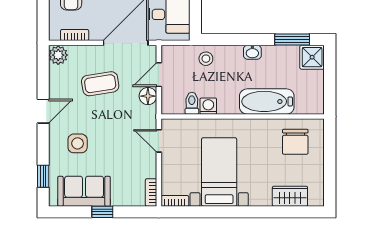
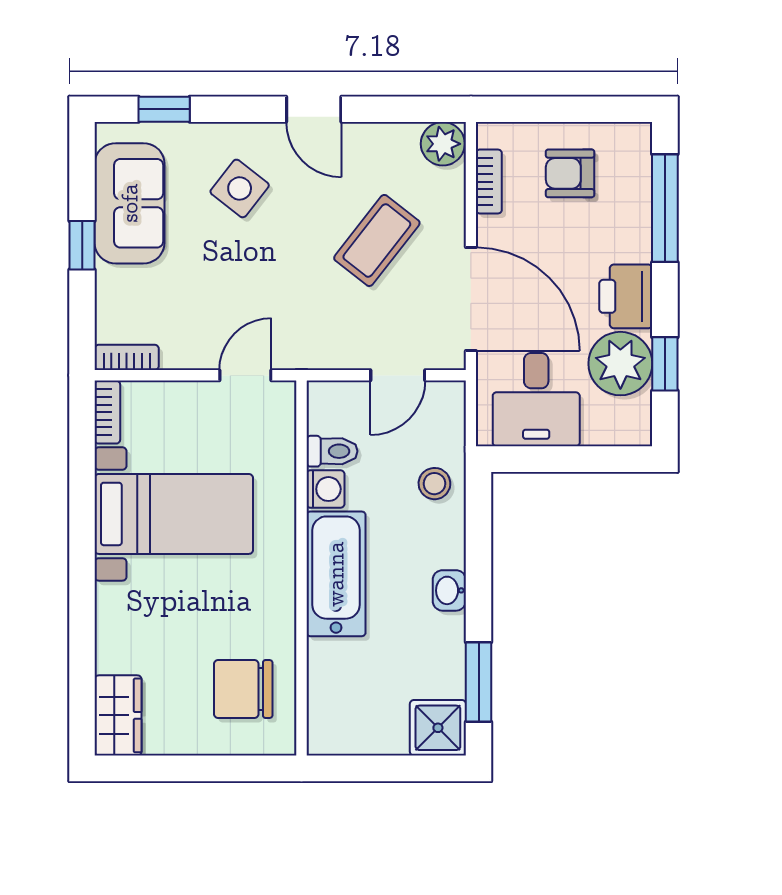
door: (159, 75) -> (398, 375), swing flipped
coffee table: (100, 84) -> (377, 240), turned 47
floor lamp: (148, 96) -> (349, 350), removed
bathtub: (267, 101) -> (336, 574), moved
side table: (78, 143) -> (240, 188), turned 38
wardrobe: (290, 196) -> (118, 715), moved

